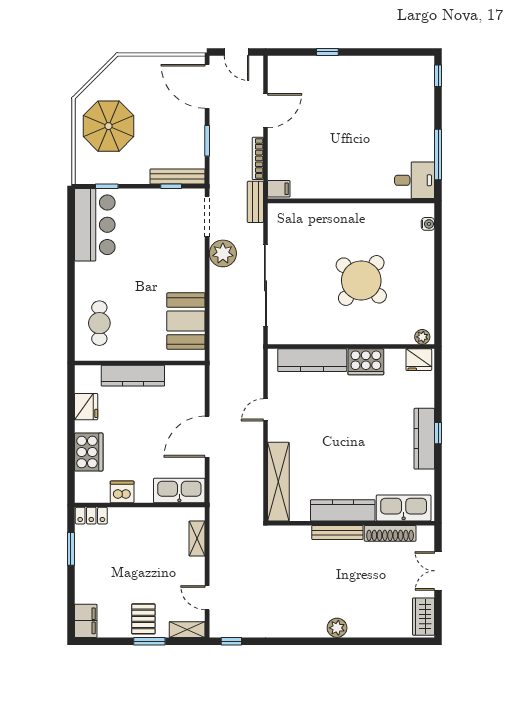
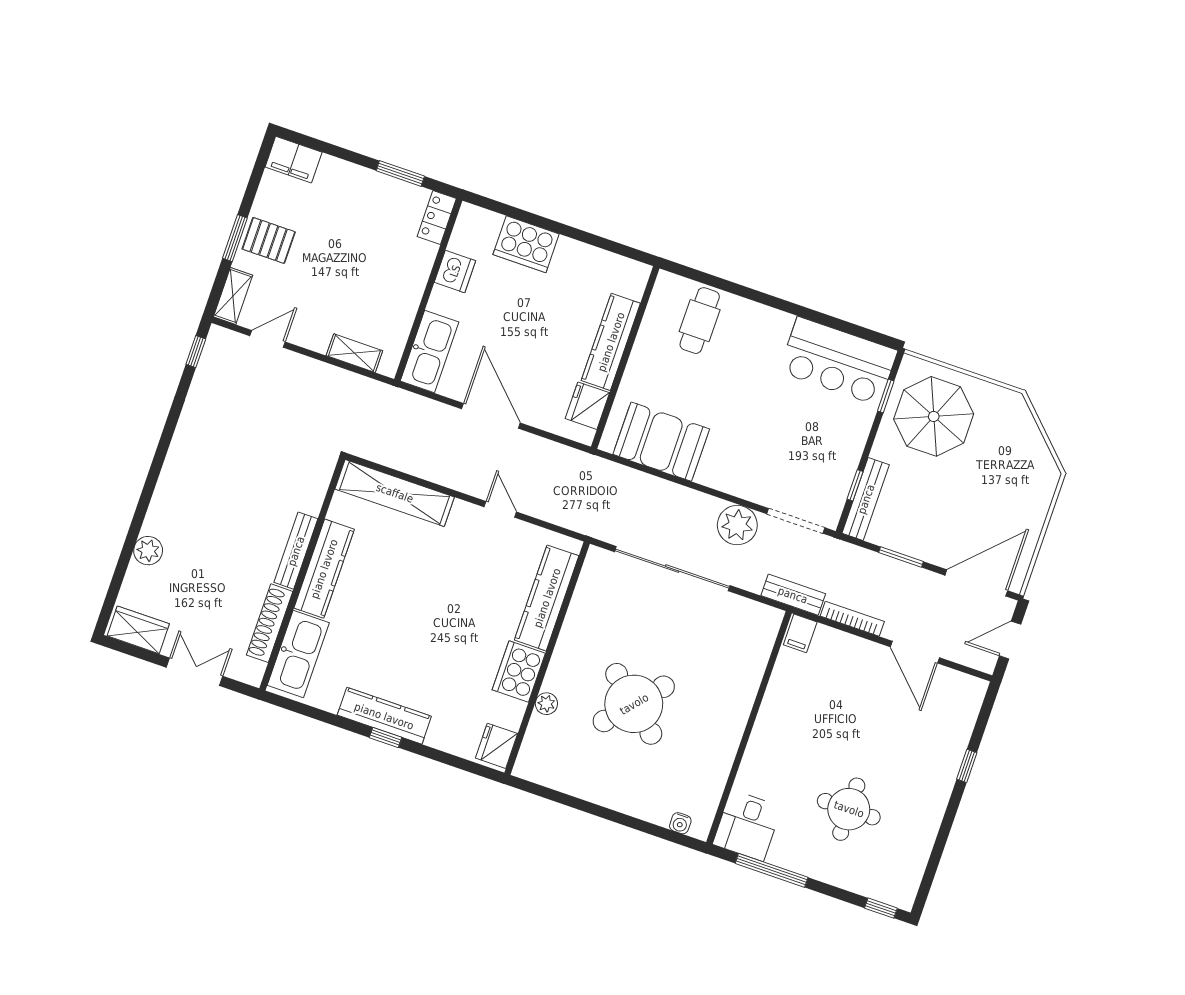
round table: (381, 118) -> (849, 809), added
parasol: (108, 126) -> (934, 416), moved
cafe table: (99, 323) -> (700, 321), turned 90
plant: (422, 337) -> (546, 704), moved
fridge: (86, 407) -> (587, 406), moved, turned 90
plant: (337, 628) -> (148, 551), moved

